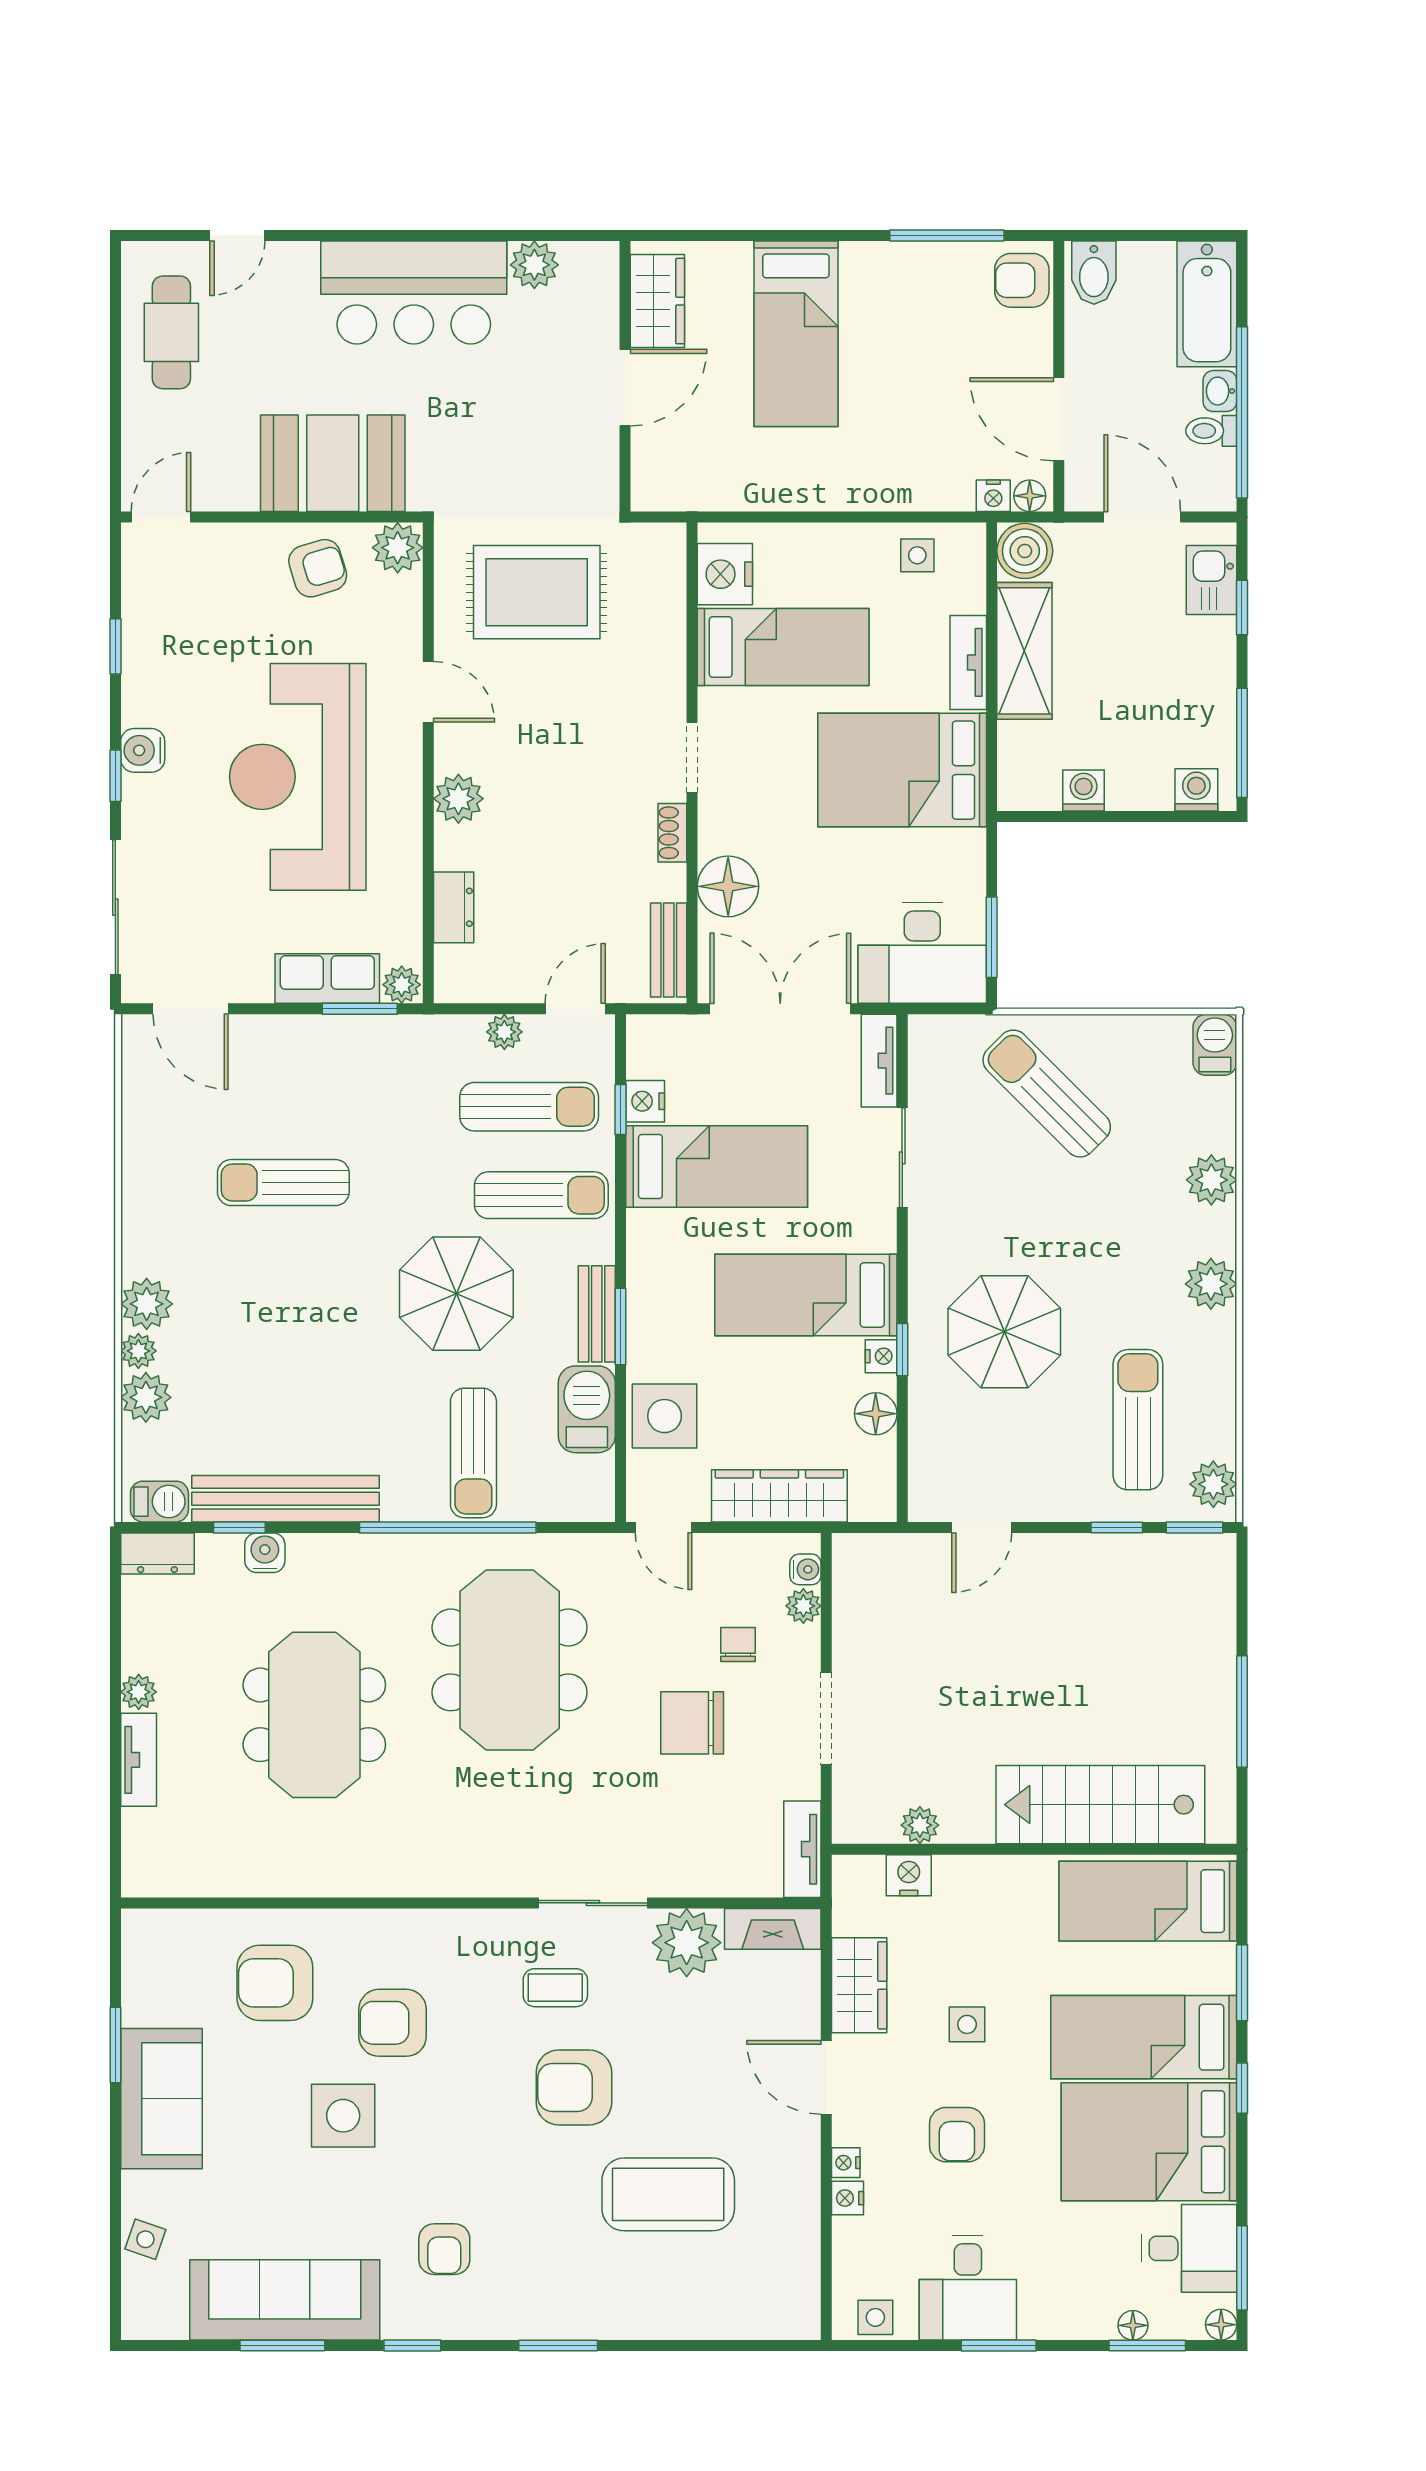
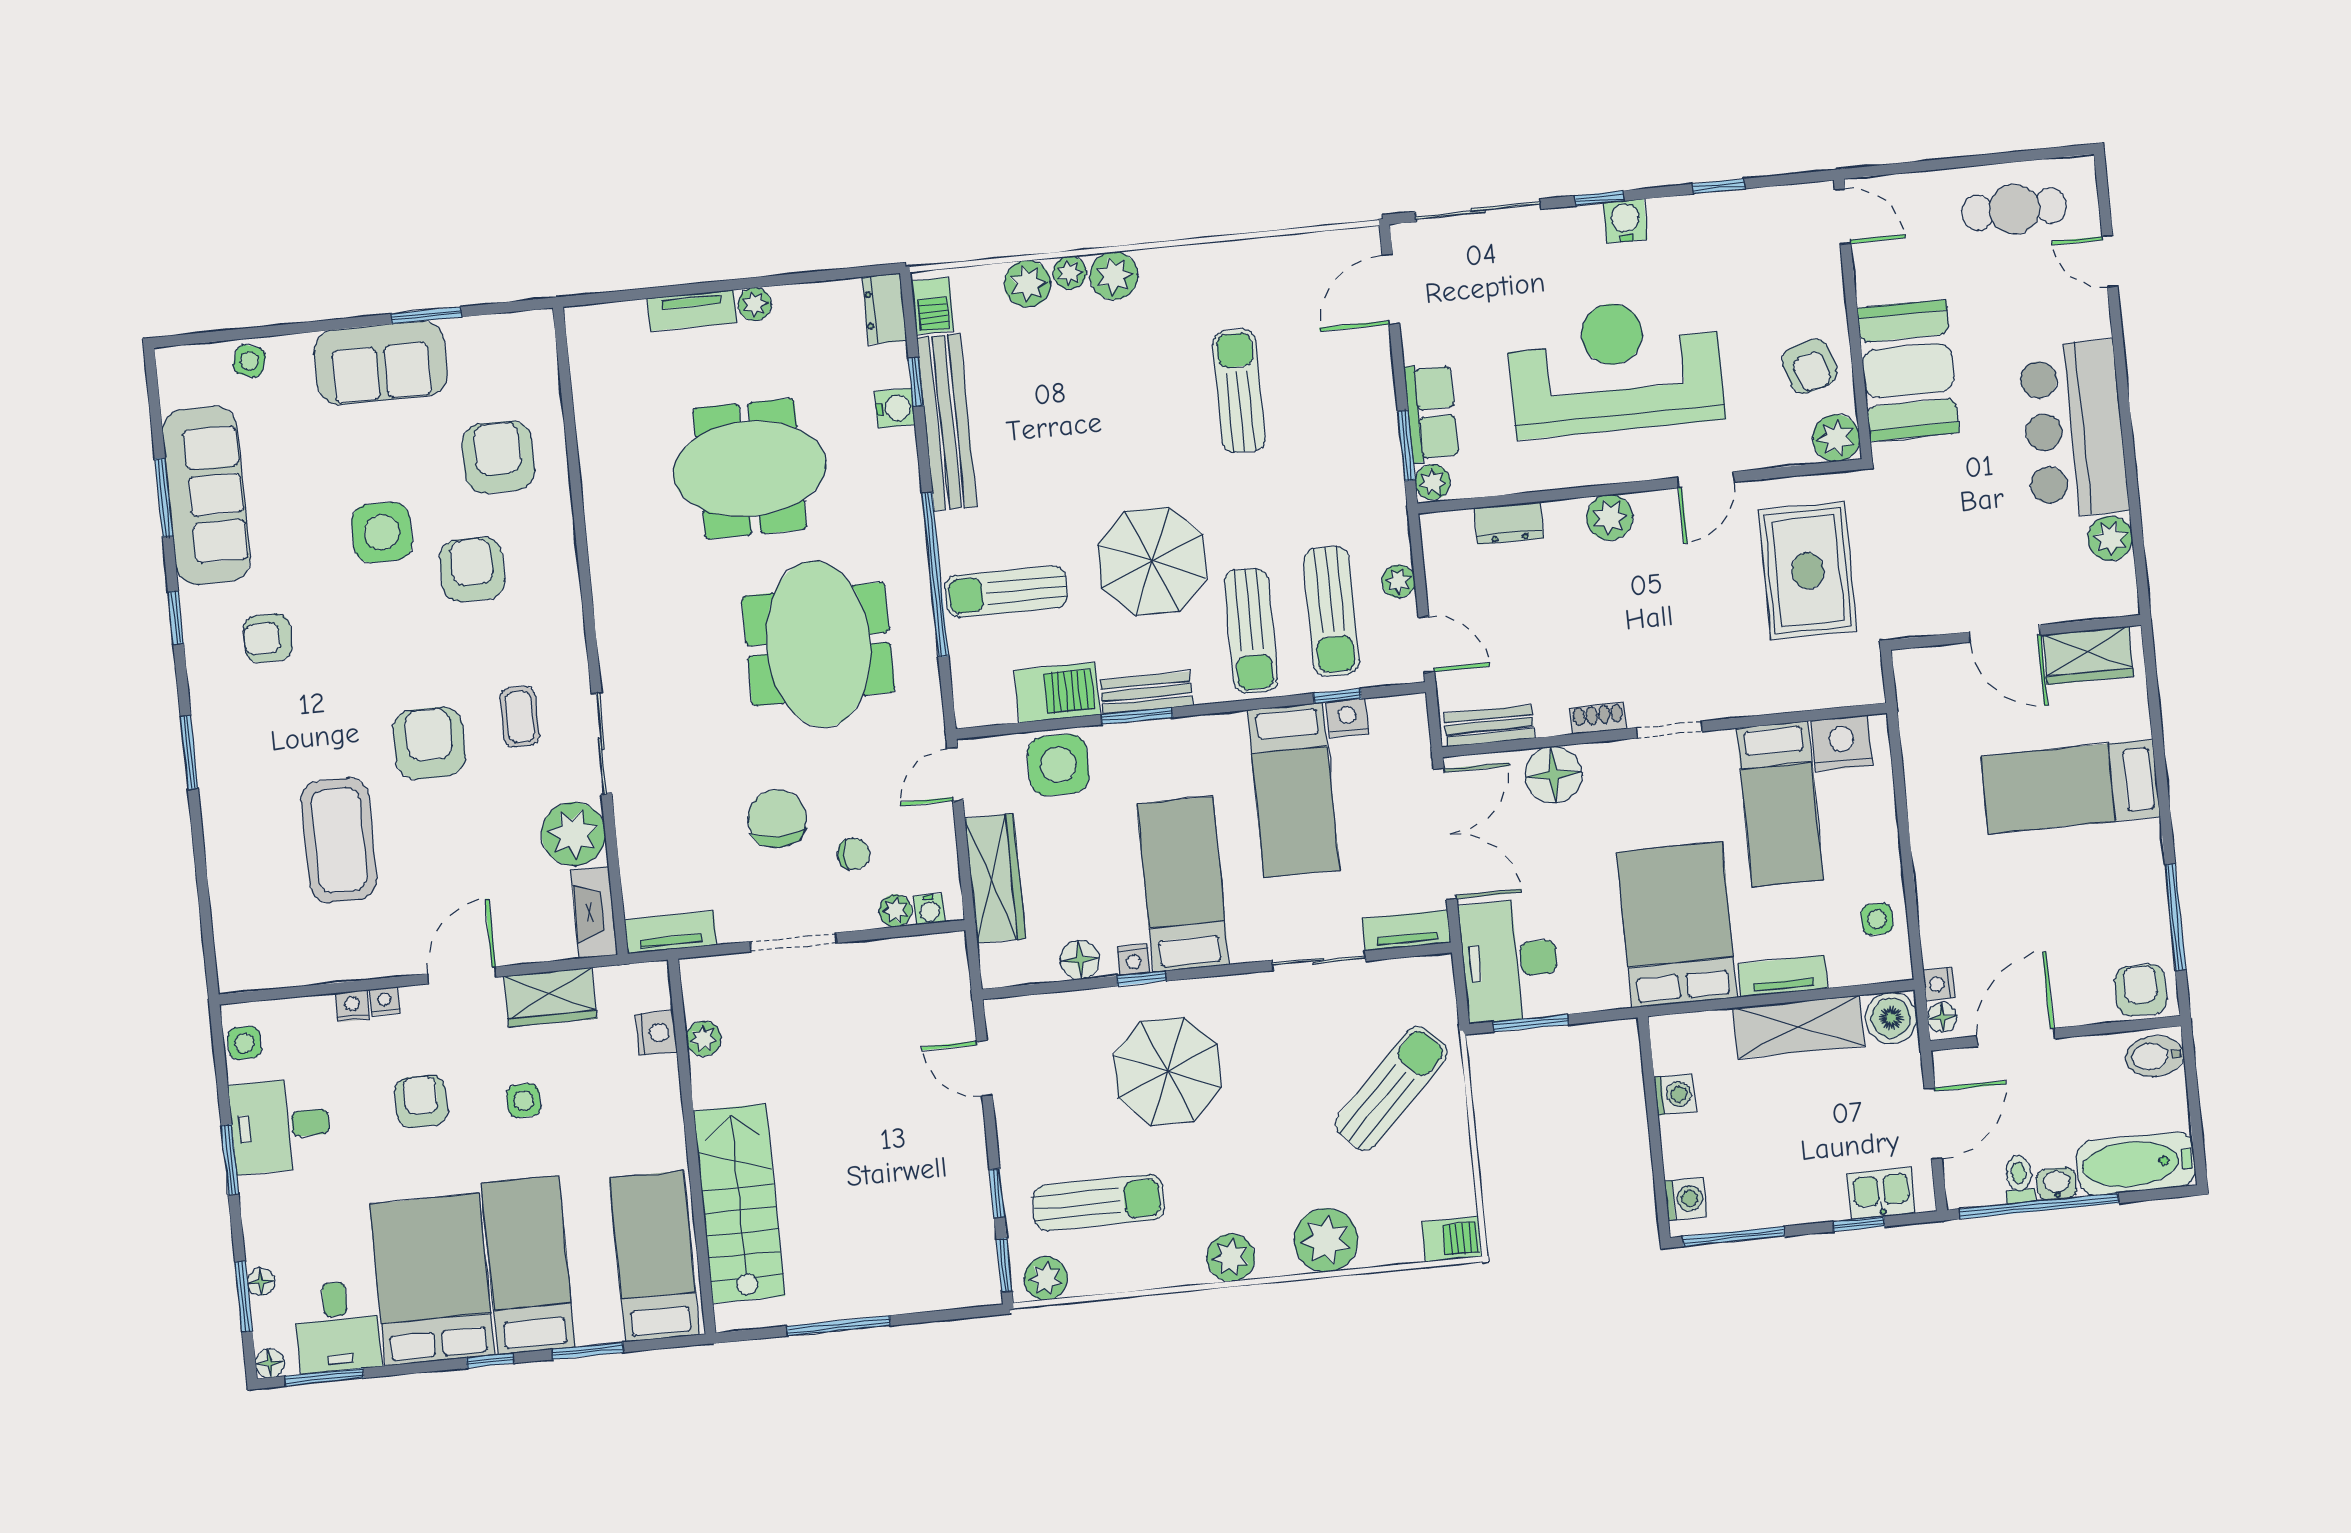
plant: (1211, 1180) -> (1326, 1240), width x1.36, depth x1.36
meeting table: (510, 1660) -> (818, 644), turned 90
armchair: (957, 2135) -> (421, 1101), turned 90

